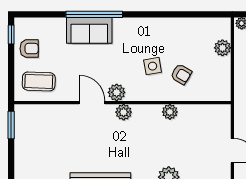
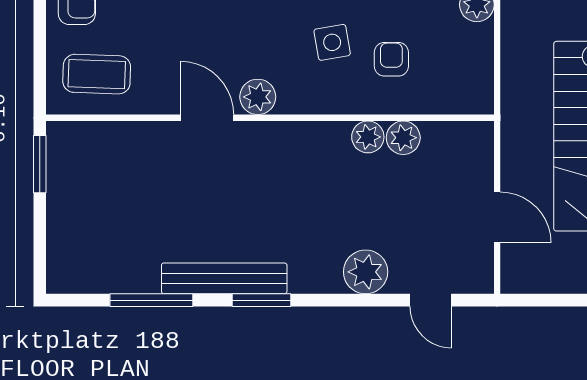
armchair: (181, 74) -> (391, 59), turned -121
plant: (124, 112) -> (403, 138), moved

